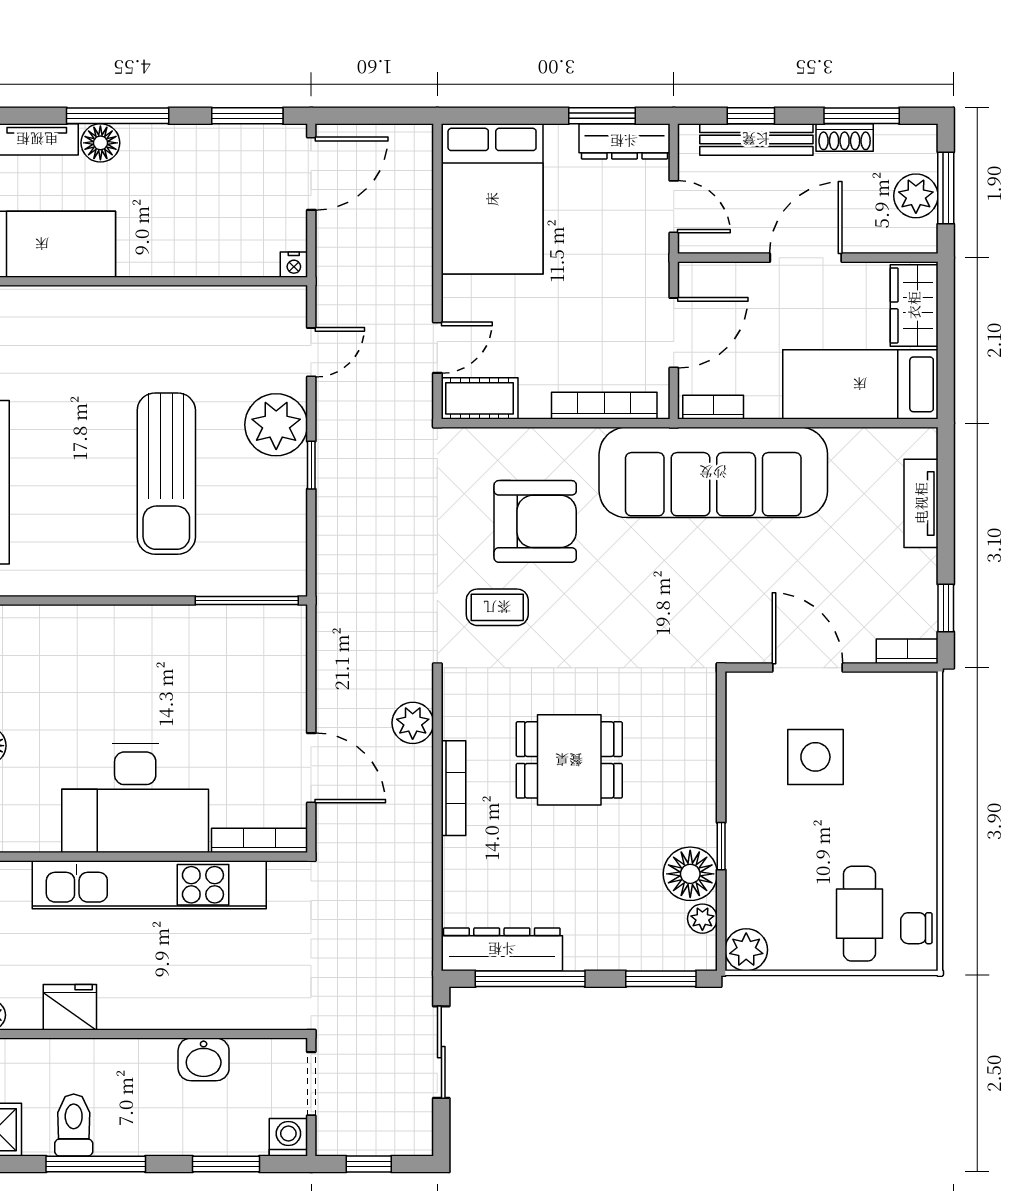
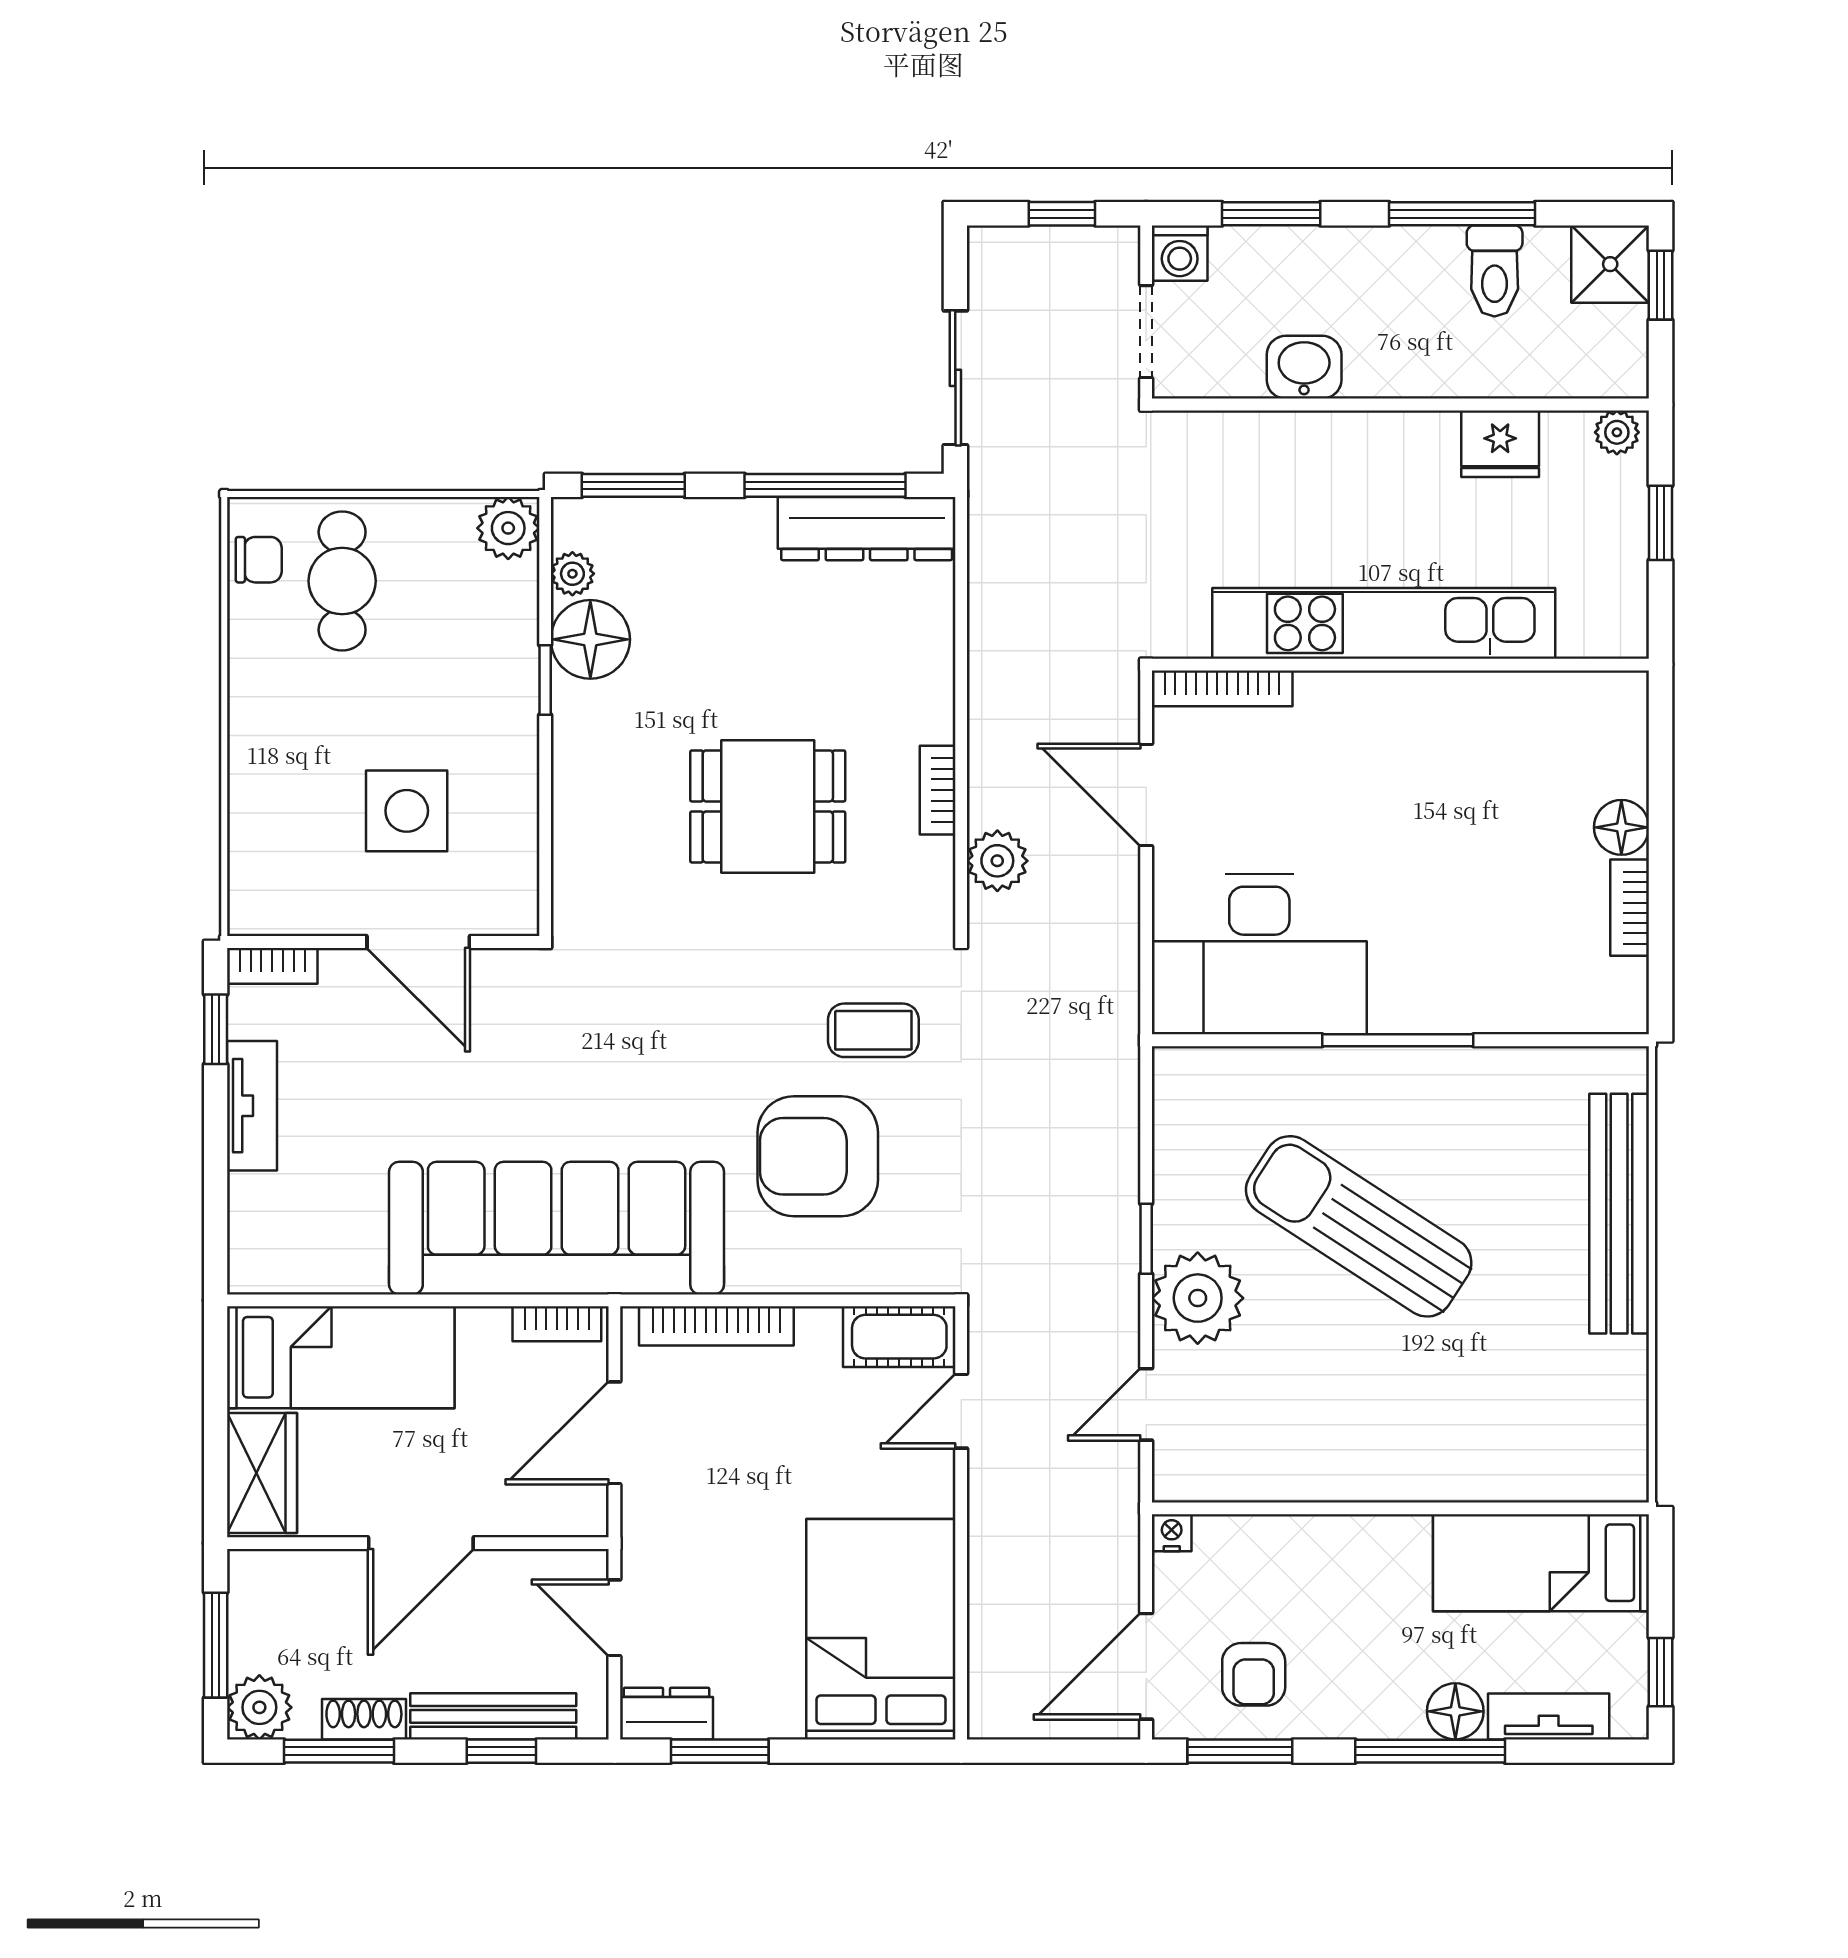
dresser: (624, 141) -> (666, 1714), width x0.70
armchair: (238, 168) -> (1254, 1674), added
plant: (916, 196) -> (259, 1707), moved
sun lounger: (166, 474) -> (1359, 1226), turned -57
tv unit: (921, 503) -> (252, 1106), moved
window: (247, 601) -> (1398, 1040), moved
bookcase: (453, 788) -> (938, 790), width x0.64
desk: (135, 798) -> (1259, 954), moved, turned 180

